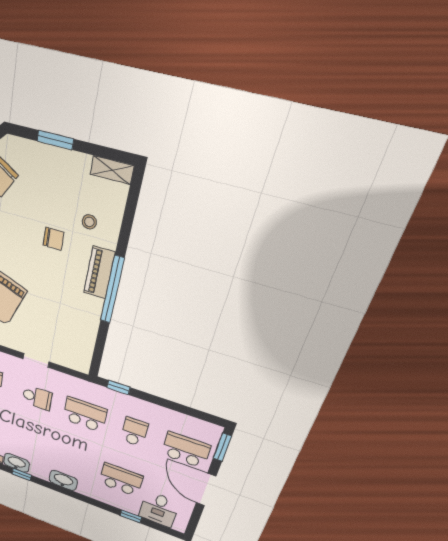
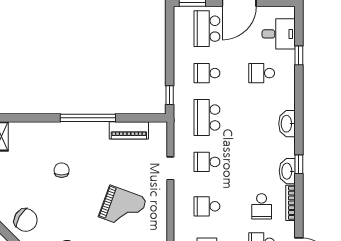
stool: (89, 222) -> (41, 145), removed
piano: (99, 273) -> (129, 130), moved
school desk: (37, 398) -> (207, 162), turned -90
school desk: (121, 480) -> (262, 73), width x0.54

